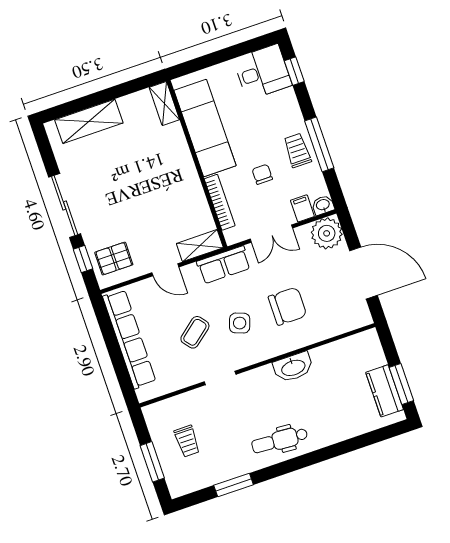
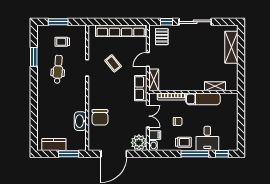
desk: (263, 72) -> (207, 138), moved
shelving: (164, 104) -> (215, 86), moved
exam couch: (205, 128) -> (203, 99), width x0.73, depth x0.69
window: (319, 144) -> (195, 154), moved
double door: (271, 234) -> (148, 116), swing flipped
chair: (287, 306) -> (100, 117), moved
side table: (240, 323) -> (110, 86), removed
washbasin: (293, 367) -> (80, 121), moved
window: (401, 384) -> (69, 154), moved
dental chair: (280, 440) -> (58, 69), moved

